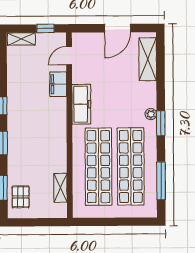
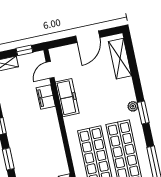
freezer: (81, 104) -> (67, 98), moved

